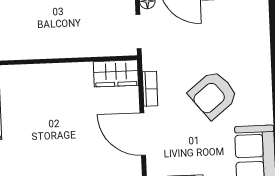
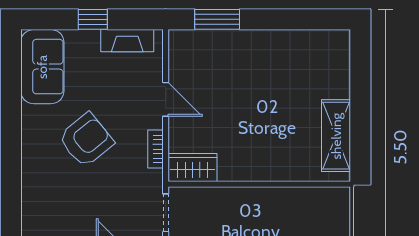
door: (143, 134) -> (166, 99), width x0.73

